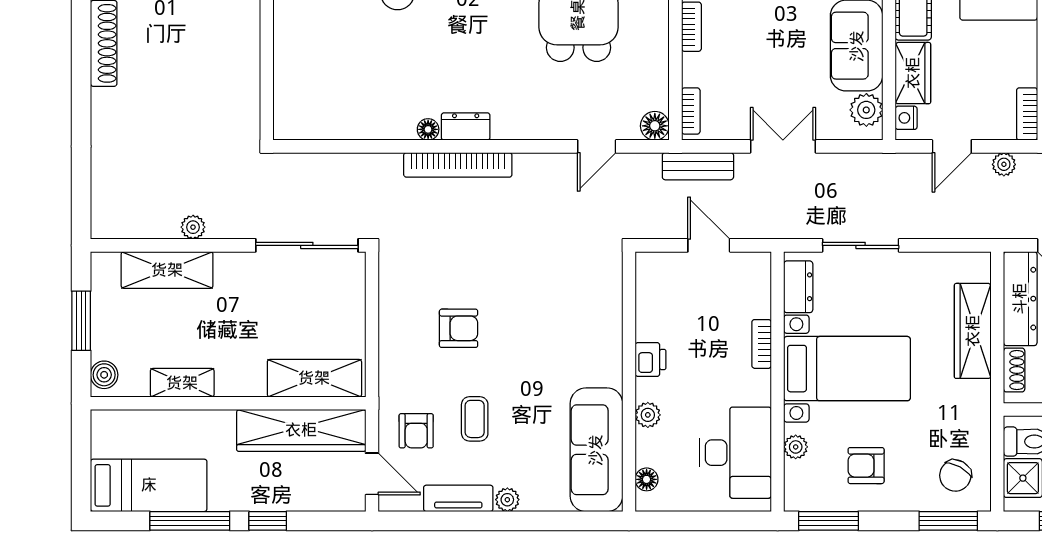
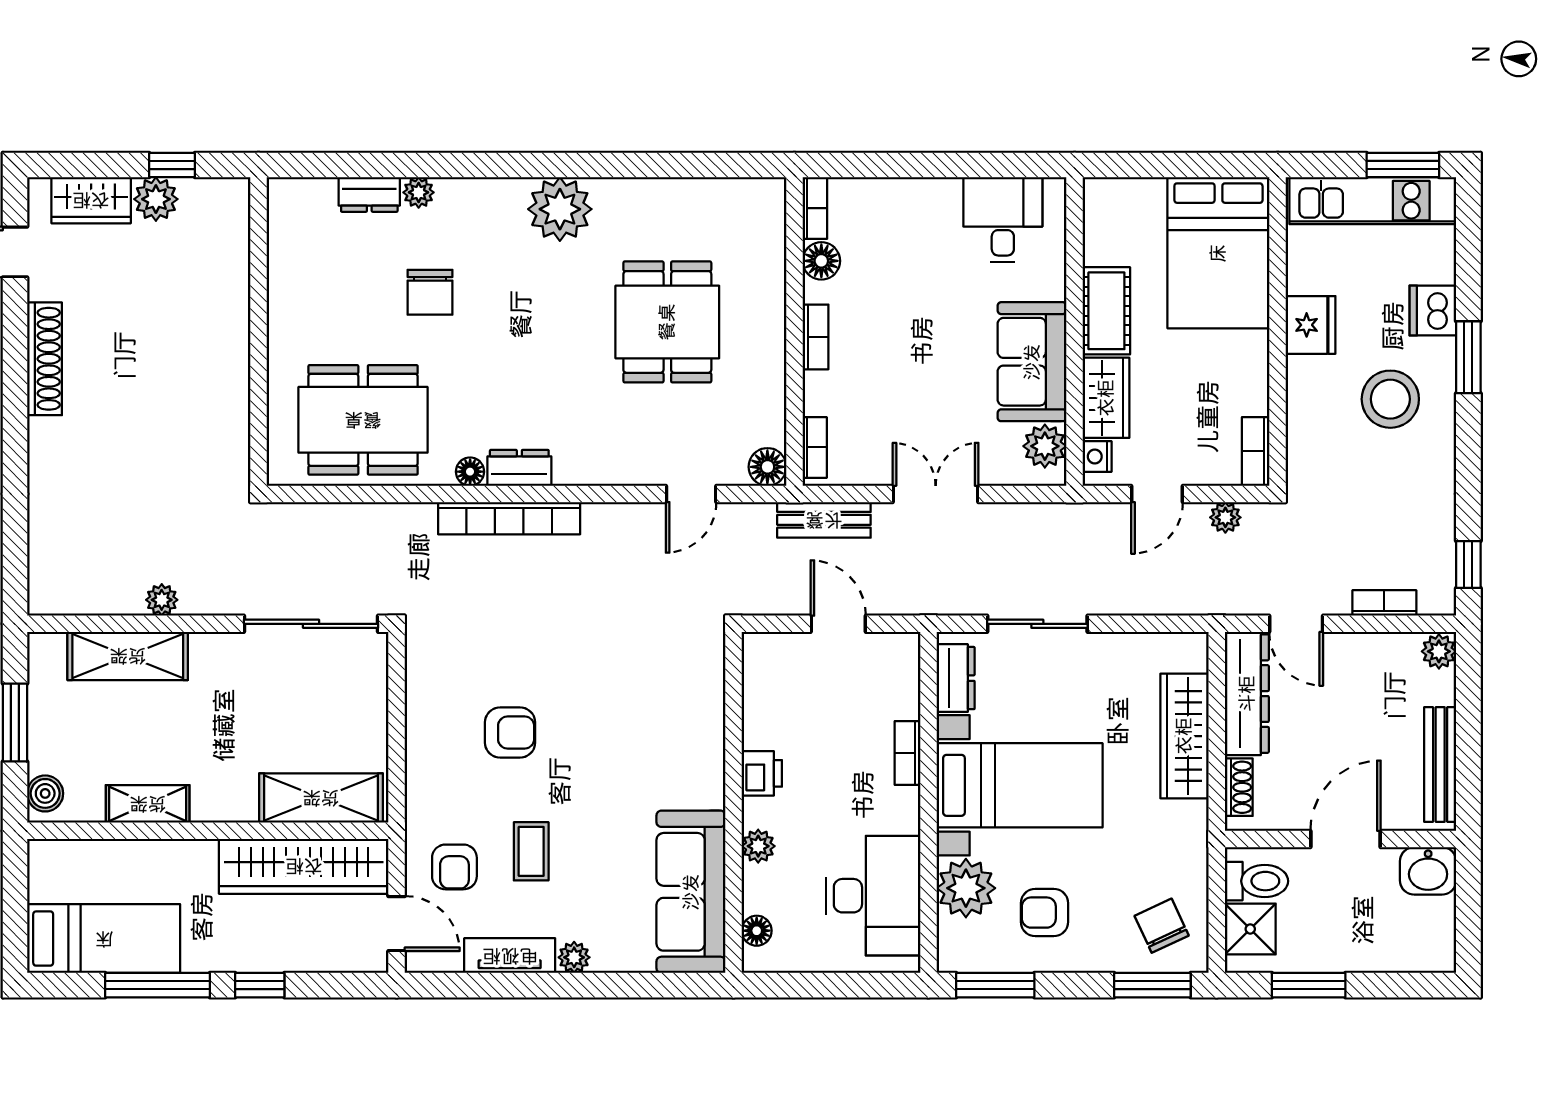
dining table: (346, 90) -> (363, 420), added
plant: (796, 447) -> (966, 888), width x1.87, depth x1.87
chair: (955, 476) -> (1162, 926), turned 126

